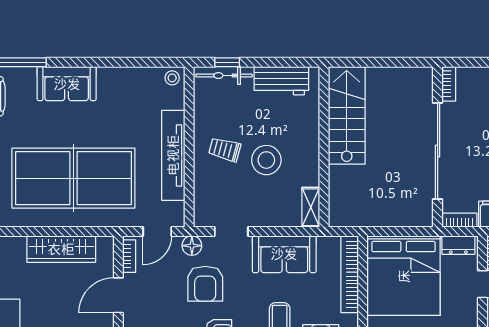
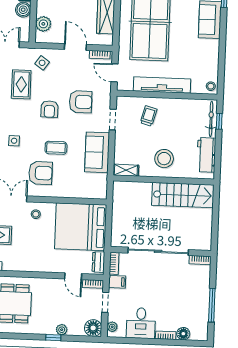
trolley: (225, 149) -> (149, 116), moved
stool: (266, 160) -> (164, 159), moved
floor lamp: (192, 246) -> (105, 94), removed
bookcase: (350, 274) -> (83, 193), removed
armchair: (205, 284) -> (81, 102), turned 180

